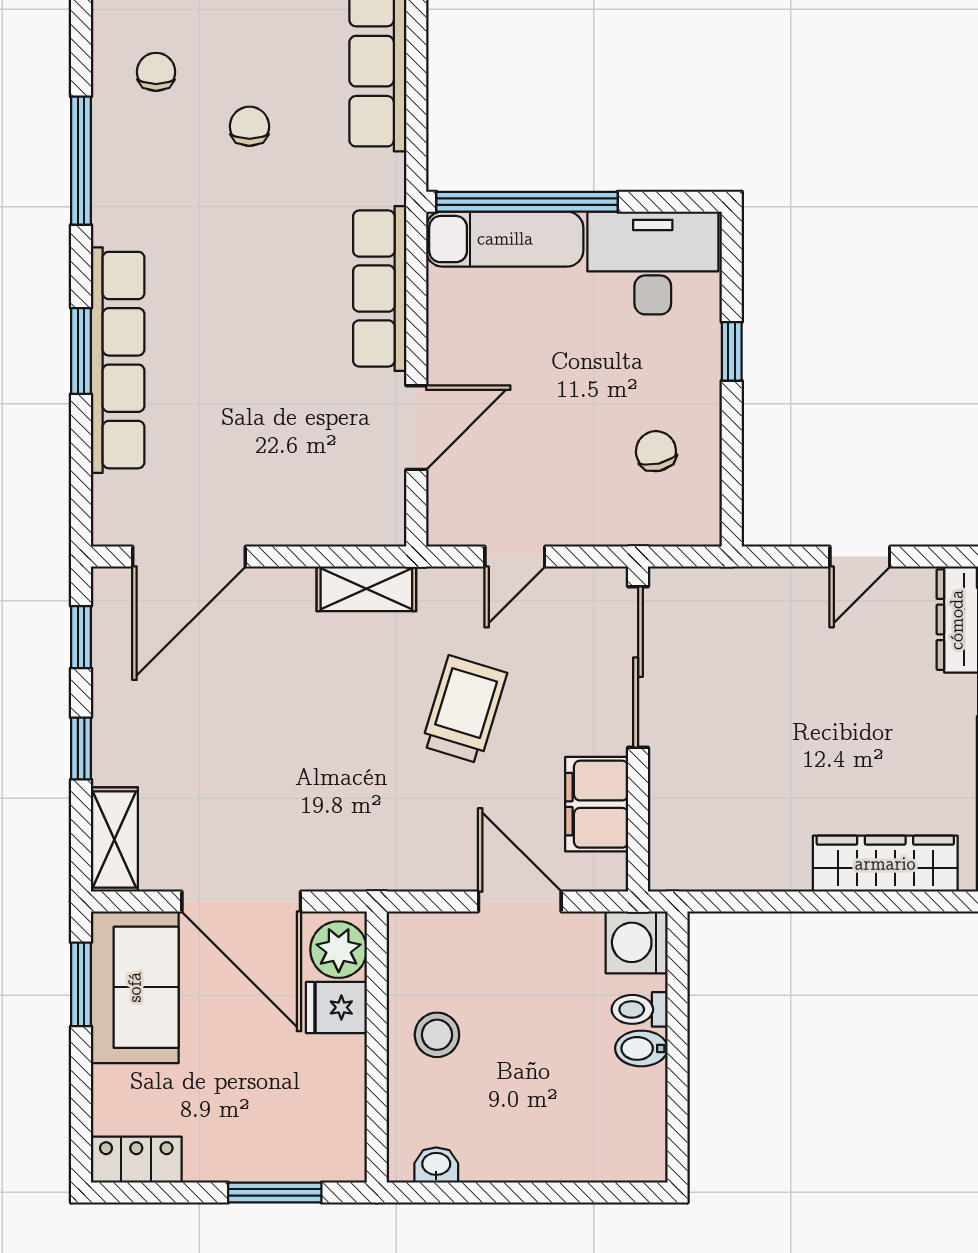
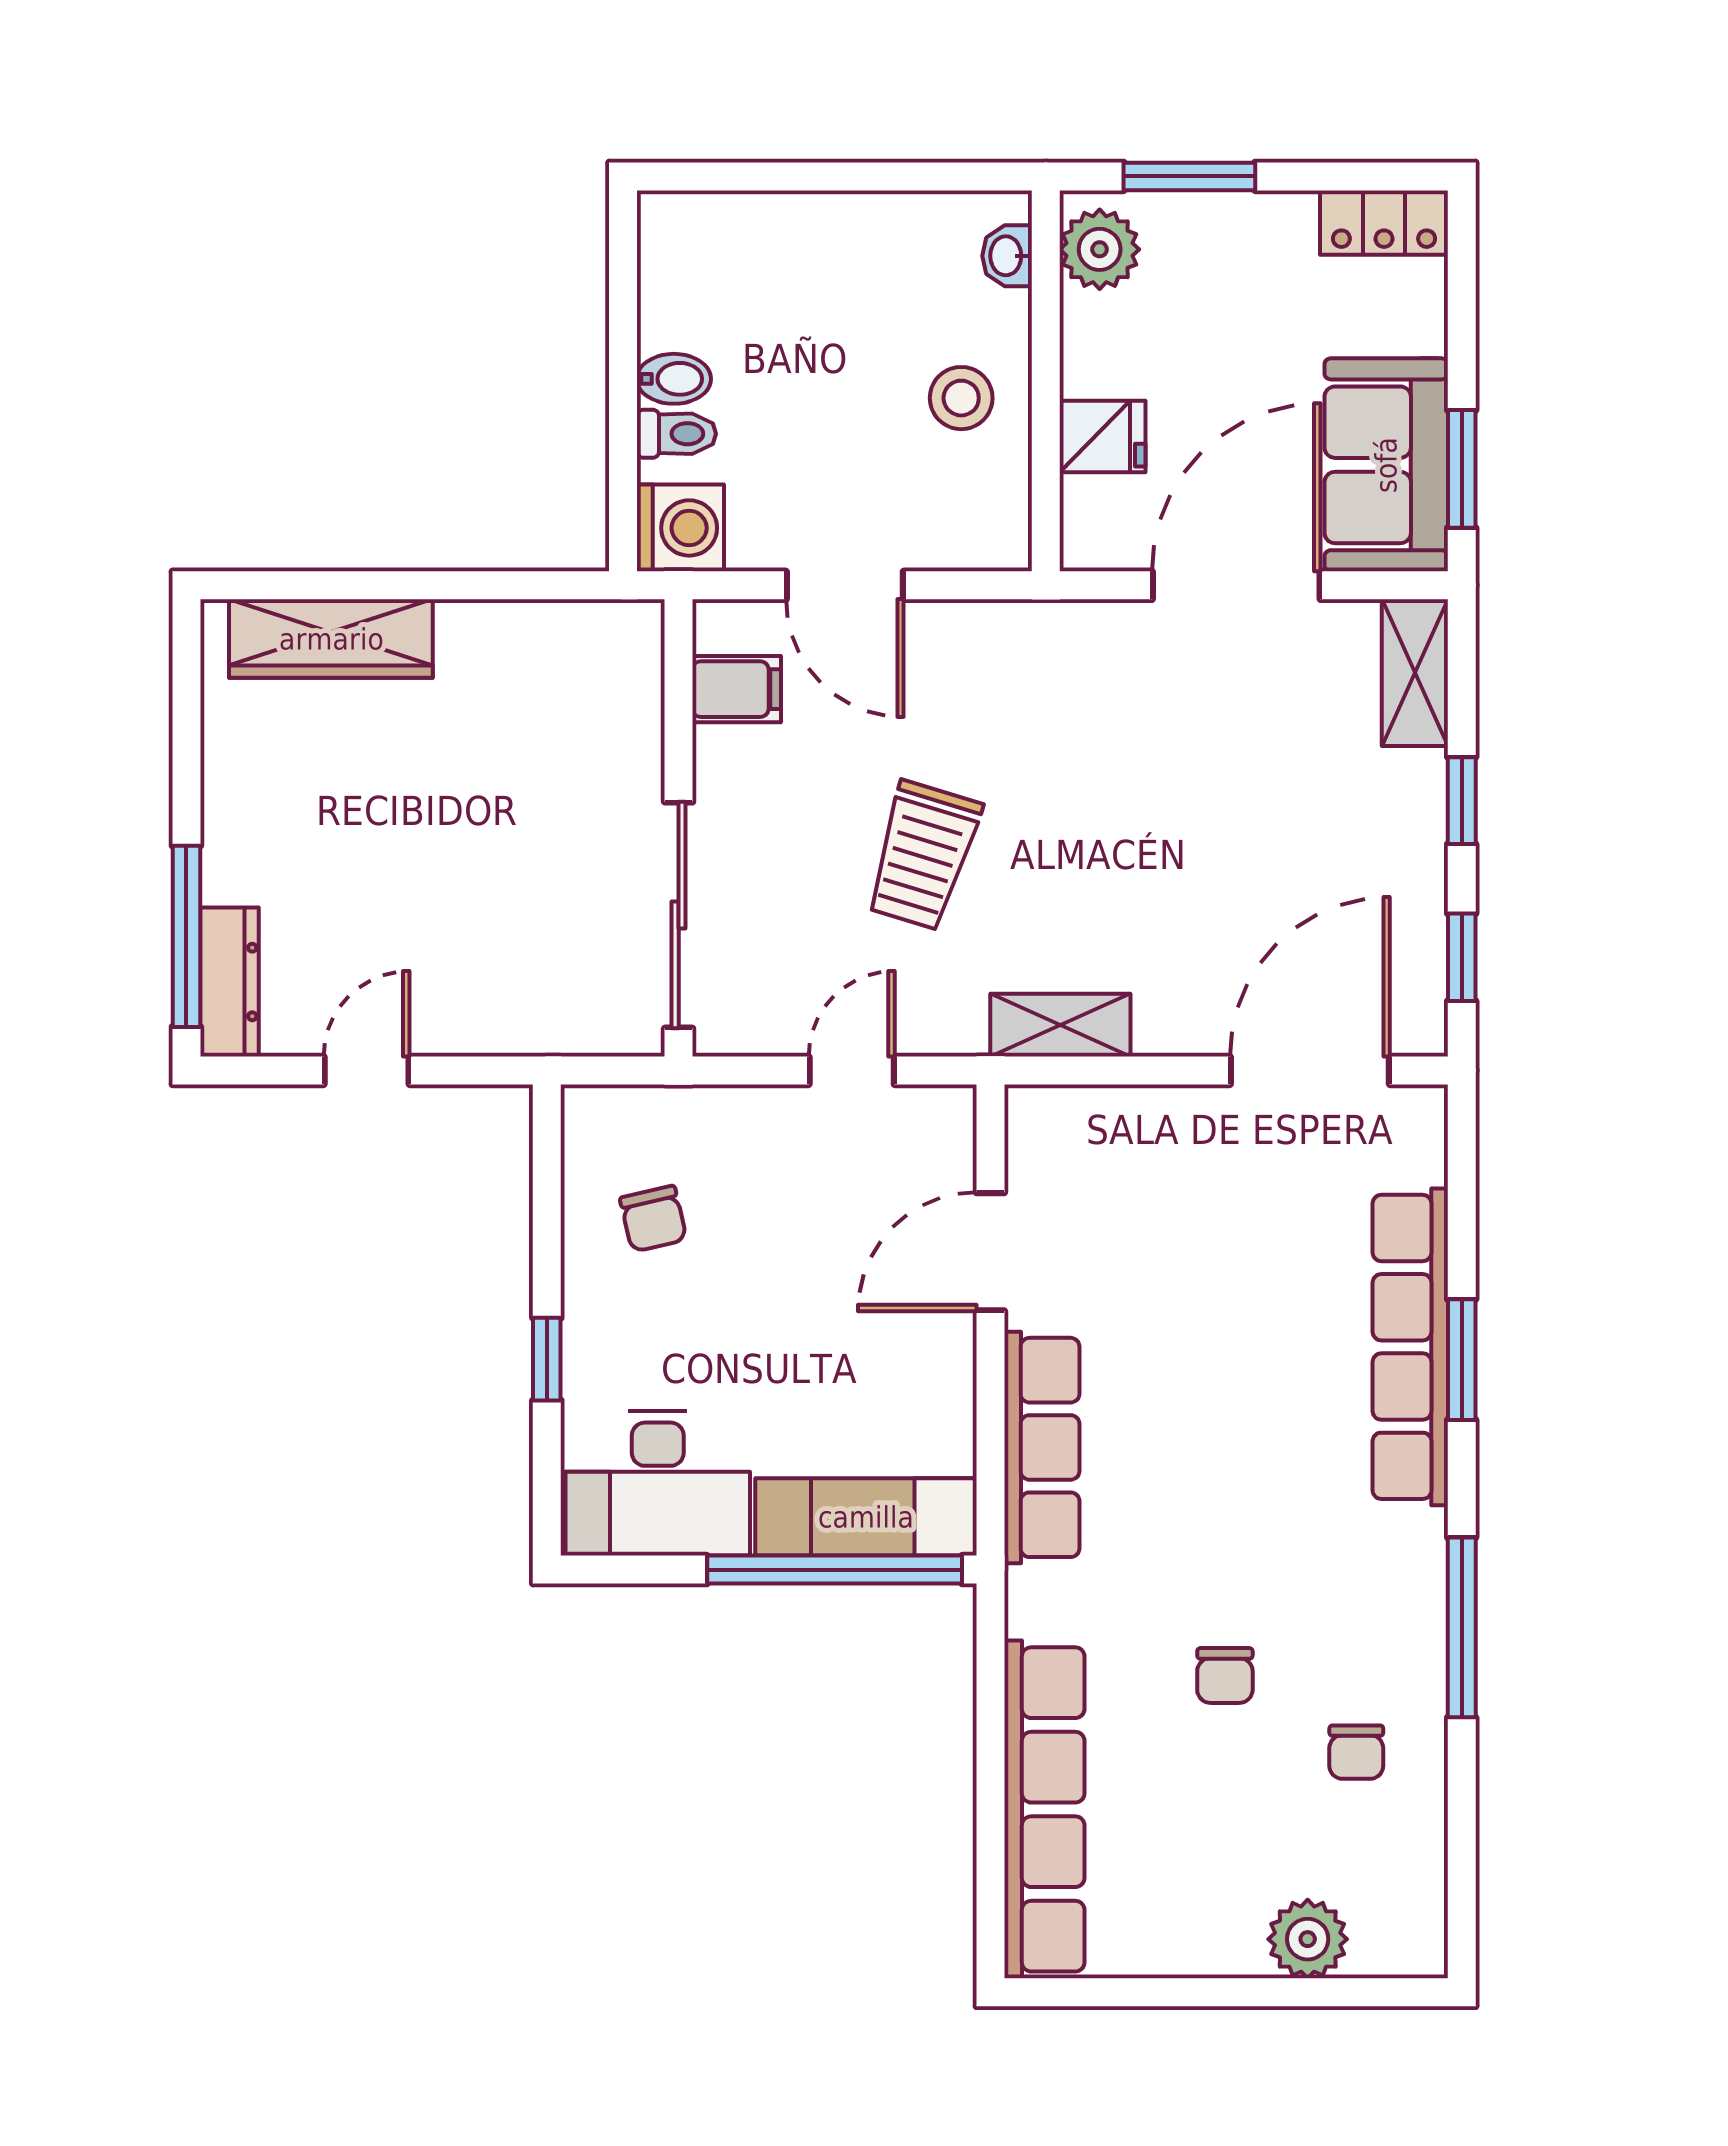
filing cabinet: (597, 804) -> (737, 689), width x0.50
door: (241, 902) -> (1236, 585), hinge flipped
plant: (339, 950) -> (1100, 249), moved
washbasin: (436, 1165) -> (1007, 256), moved, turned 90

